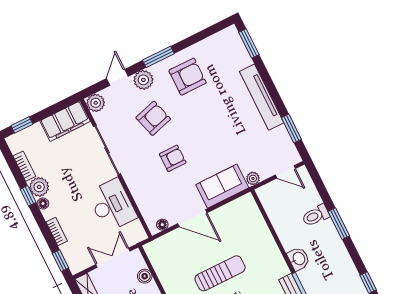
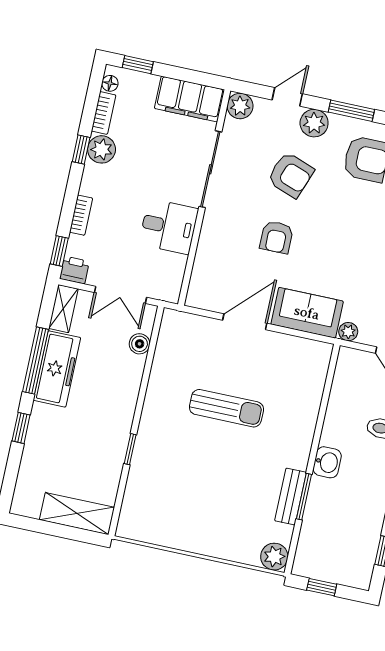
armchair: (153, 118) -> (291, 175), turned 36
armchair: (173, 158) -> (277, 237), turned 90
floor lamp: (43, 204) -> (110, 83), moved
desk: (112, 205) -> (169, 226), width x0.73
door: (192, 218) -> (245, 322), swing flipped
floor lamp: (162, 225) -> (205, 302), removed
double door: (113, 258) -> (121, 295), swing flipped
printer: (77, 264) -> (74, 270), added

